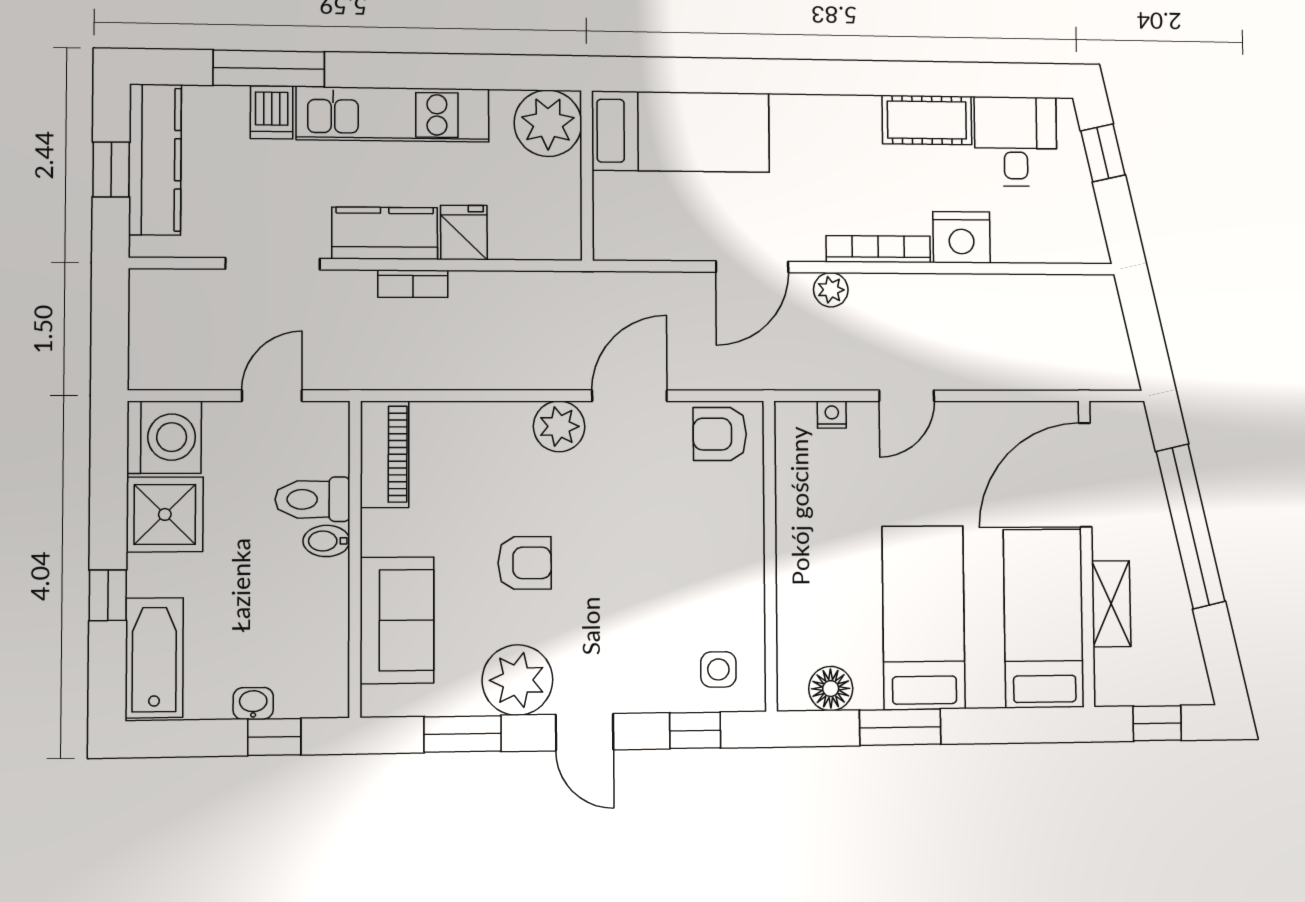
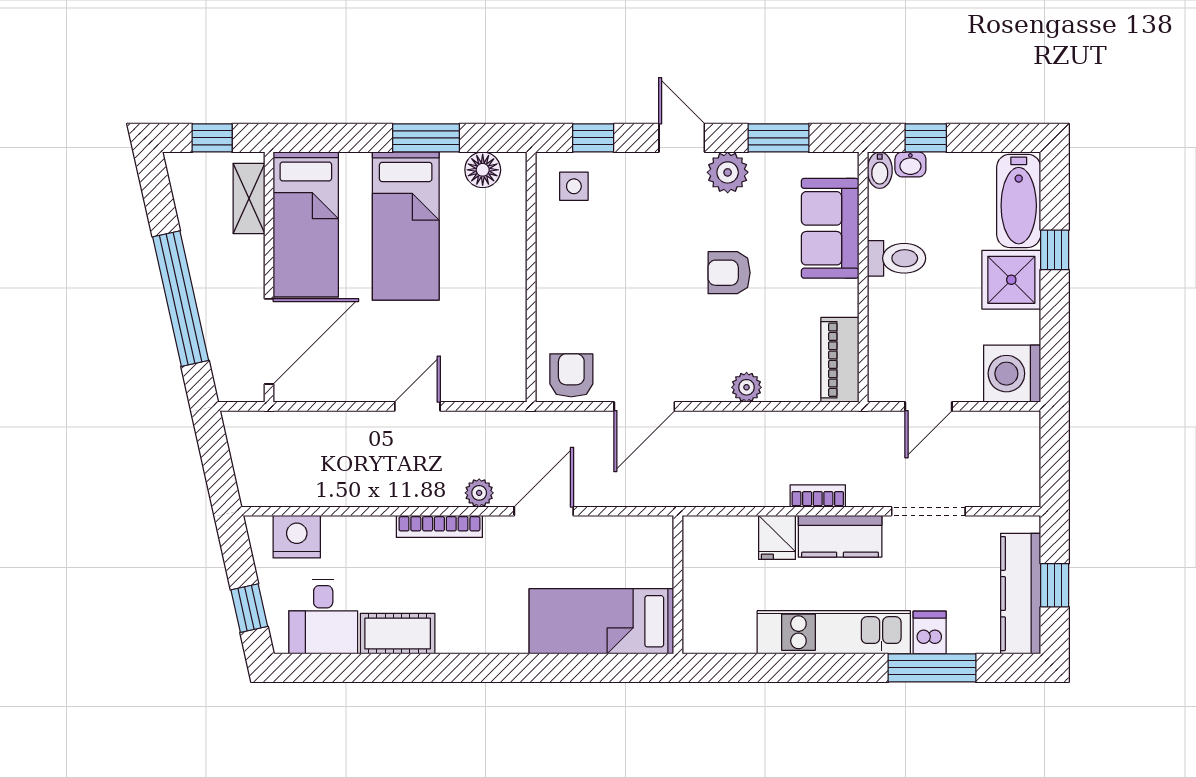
plant: (548, 123) -> (709, 627), removed
nightstand: (962, 237) -> (297, 537), moved
nightstand: (832, 415) -> (479, 391), removed
plant: (559, 426) -> (747, 387), moved, width x0.73, depth x0.73
armchair: (720, 434) -> (571, 375), turned -90
toilet: (313, 499) -> (897, 258), moved
shower: (165, 514) -> (1011, 280), moved
bidet: (326, 541) -> (880, 170), moved, turned 90
shelving: (1111, 604) -> (249, 198), moved
plant: (517, 680) -> (728, 172), width x0.73, depth x0.73
washbasin: (253, 703) -> (910, 164), moved

